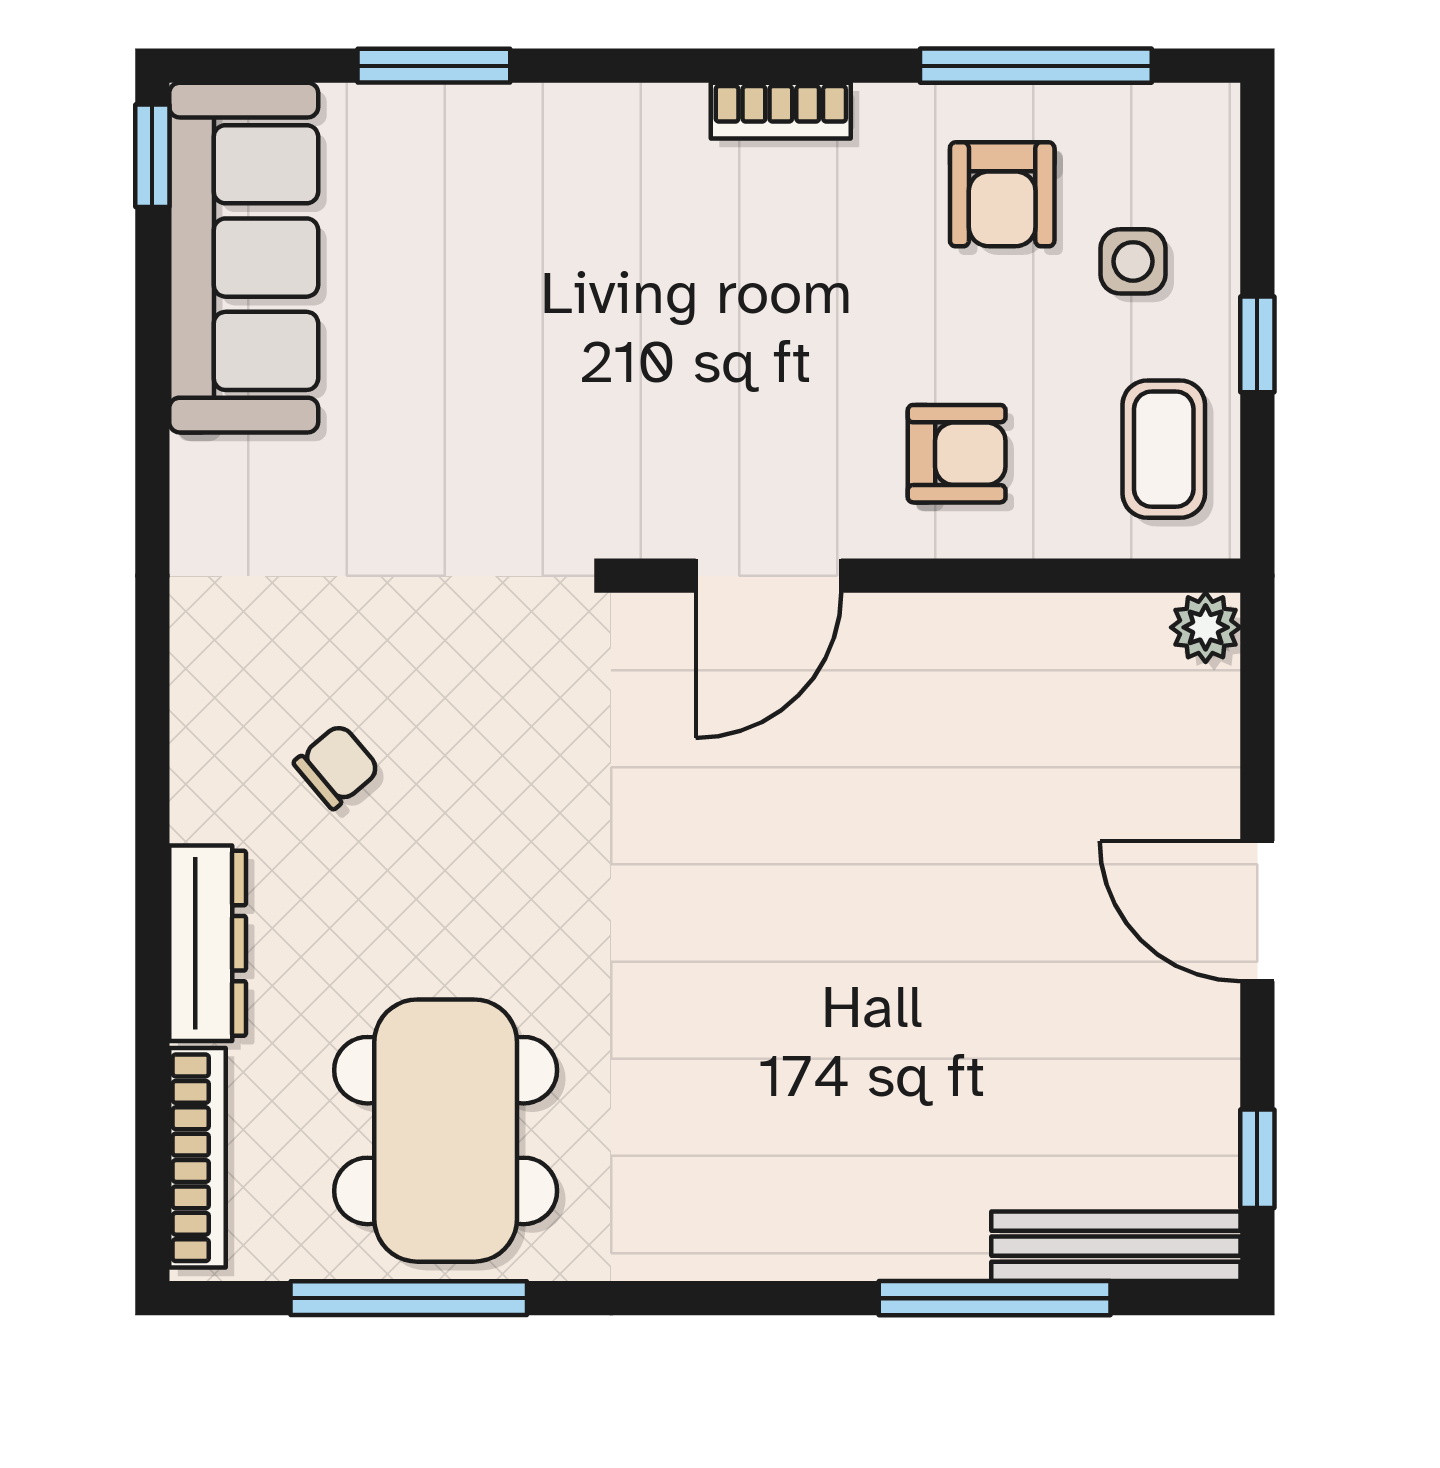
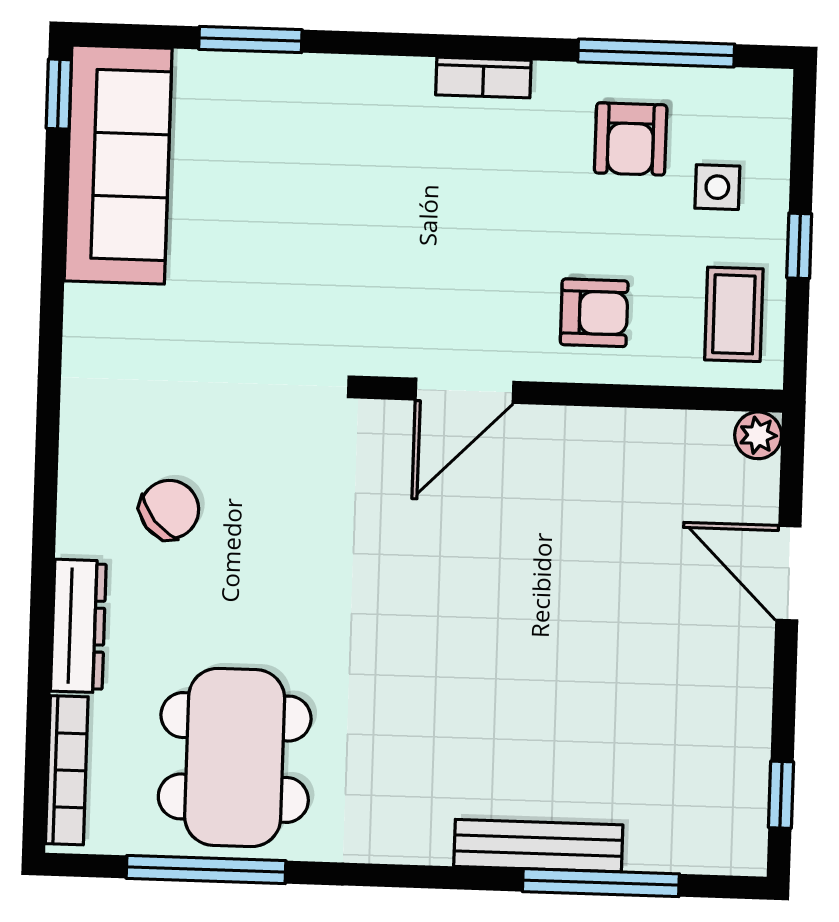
chair: (337, 766) -> (169, 510), width x1.37, depth x1.37
door: (1257, 911) -> (788, 573), moved
bench: (1116, 1246) -> (538, 846), moved

